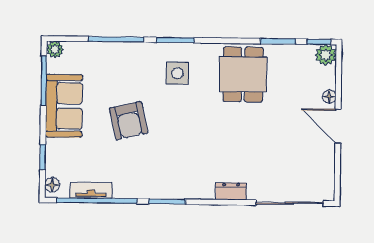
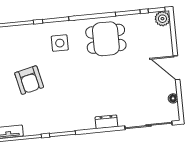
dining table: (243, 74) -> (106, 39), turned 90
floor lamp: (329, 97) -> (173, 98), moved

